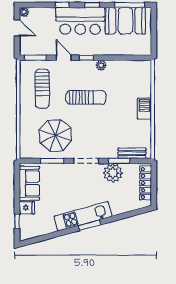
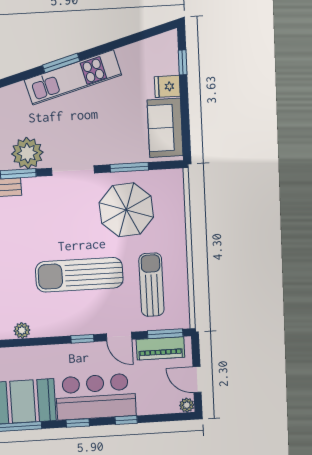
piano: (39, 49) -> (160, 348), added
plant: (101, 65) -> (22, 330), moved
sun lounger: (86, 97) -> (79, 275), width x1.36, depth x1.34

